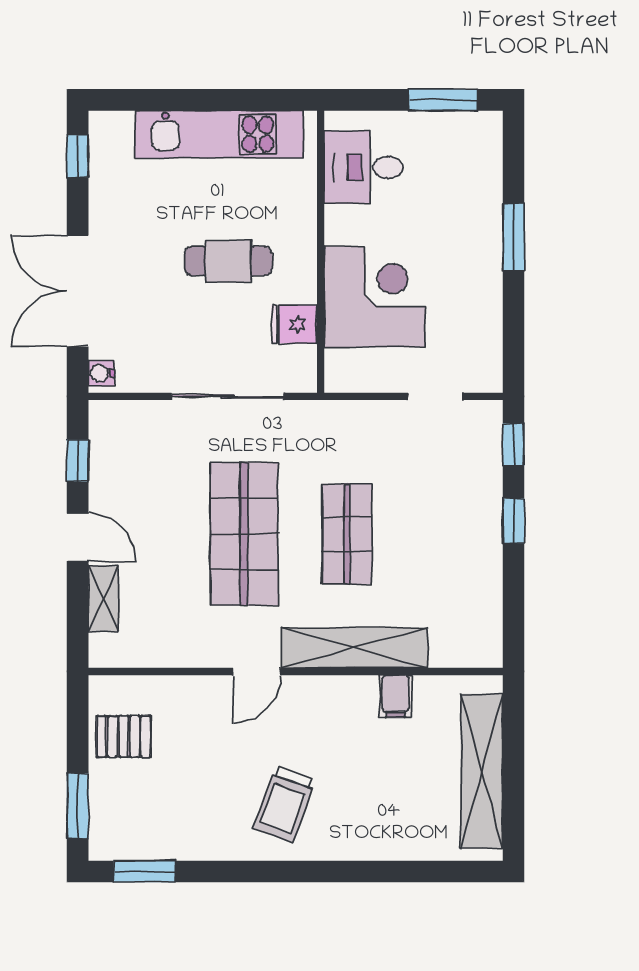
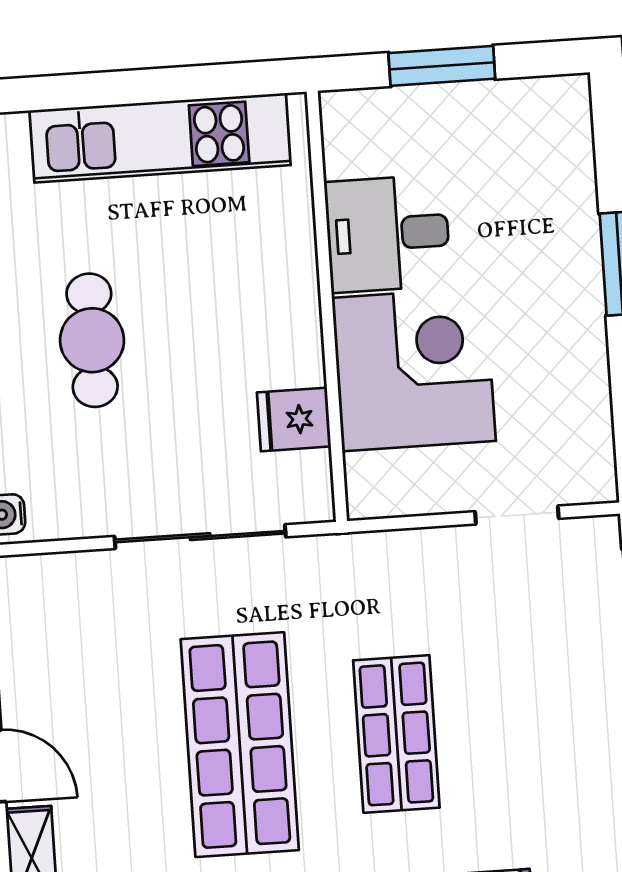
window: (443, 100) -> (442, 66), moved
desk: (364, 167) -> (388, 234), moved
cafe table: (228, 261) -> (92, 340), moved, turned 90

